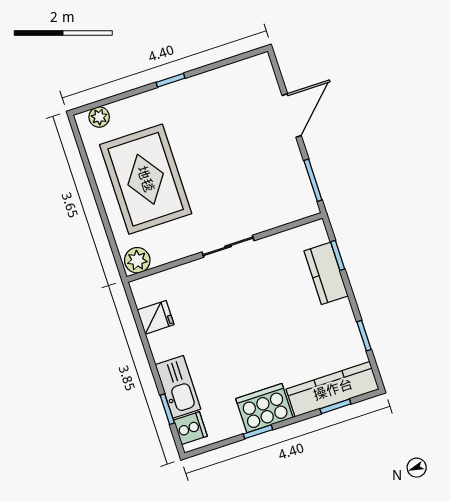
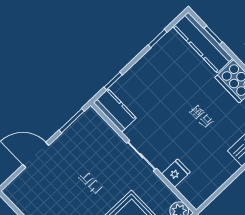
kitchen counter: (326, 273) -> (115, 110), moved, turned -90
fridge: (156, 317) -> (176, 173), moved, turned 90

